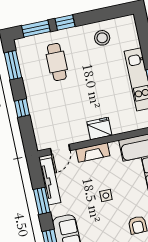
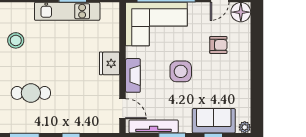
side table: (106, 196) -> (181, 71), width x1.87, depth x1.87

